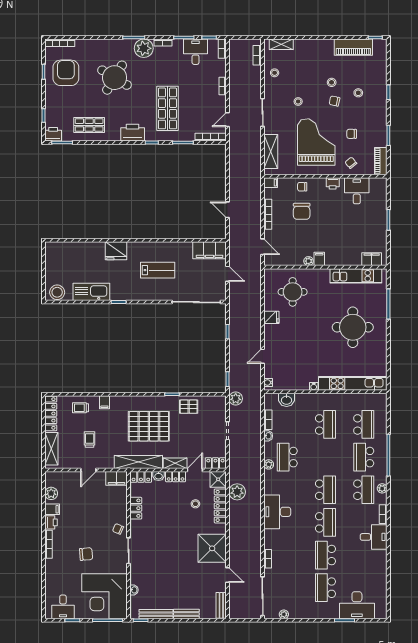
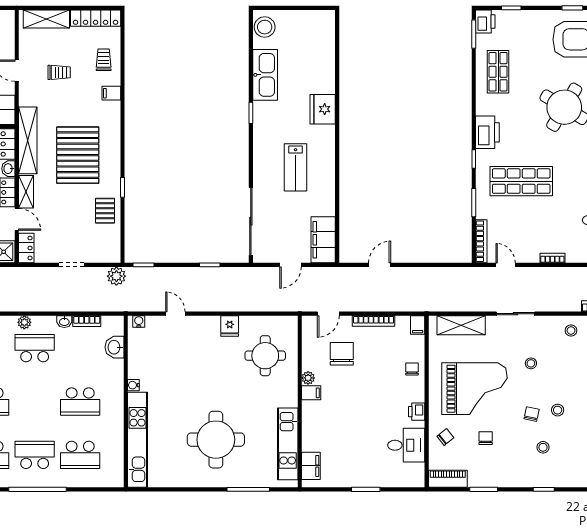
chair: (302, 211) -> (342, 354), moved, turned 90

